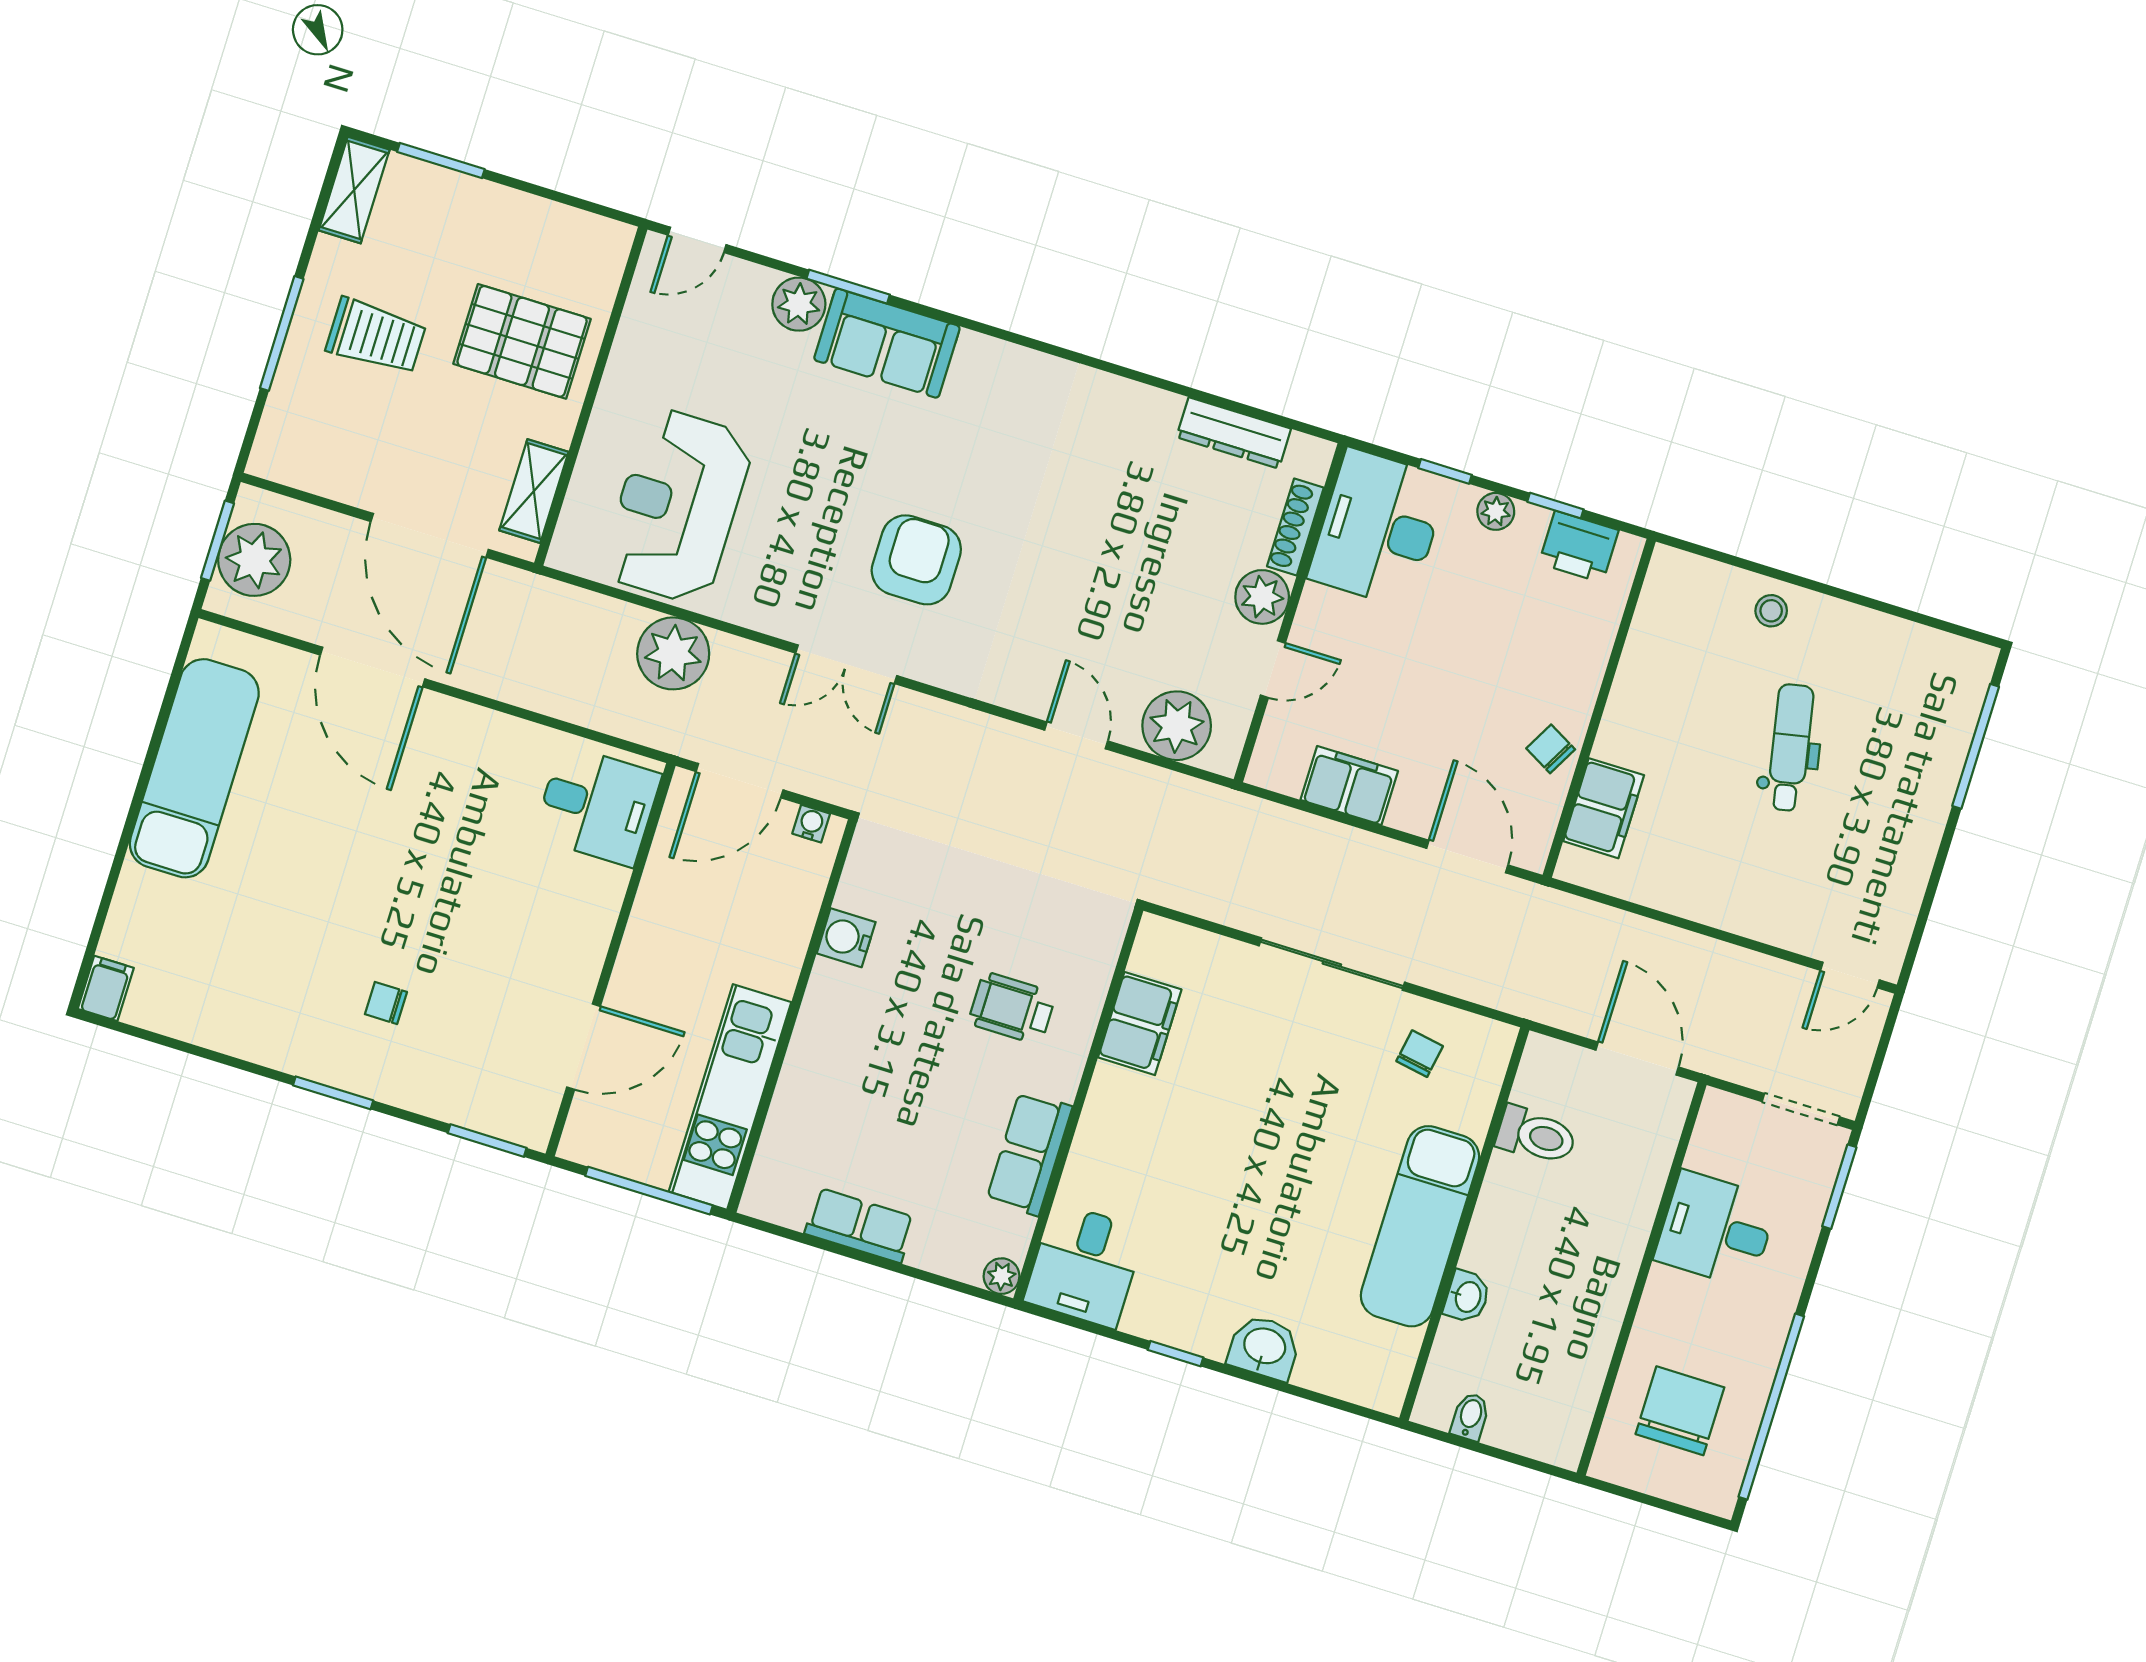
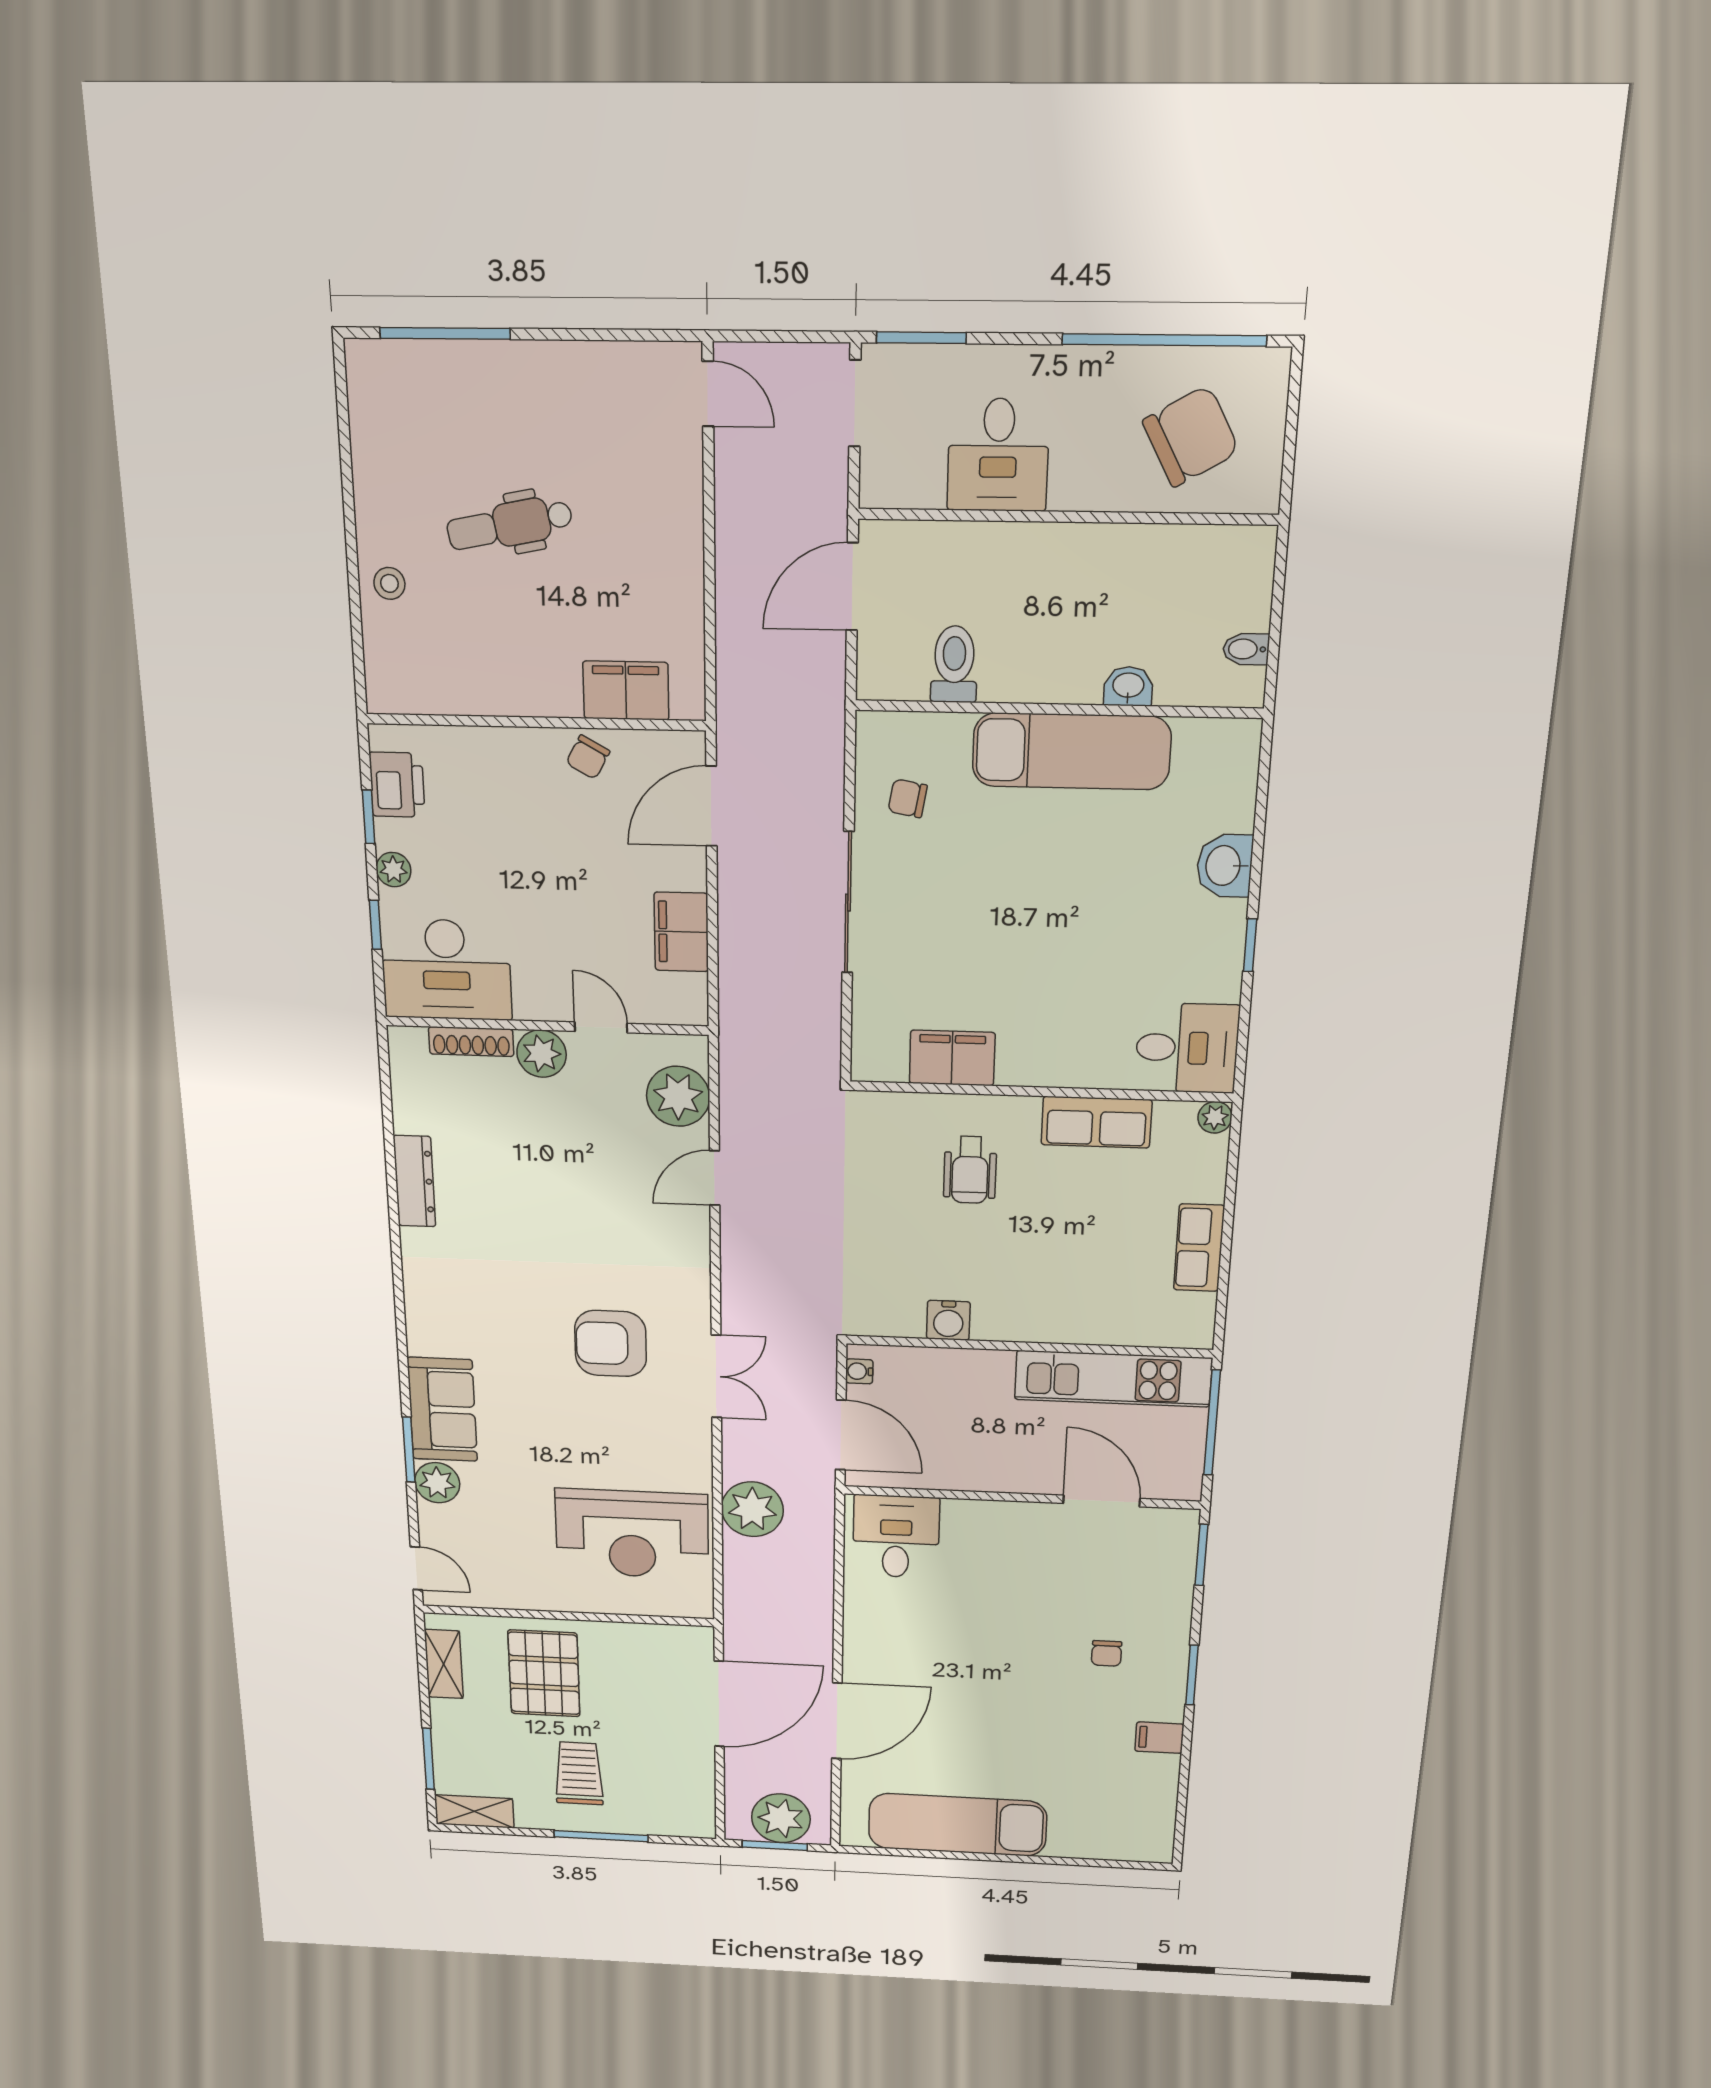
dresser: (1234, 433) -> (414, 1181), moved
shelving: (534, 491) -> (444, 1664), moved, turned 90
filing cabinet: (106, 988) -> (1159, 1738), moved
chair: (1680, 1411) -> (1191, 436), turned 151

